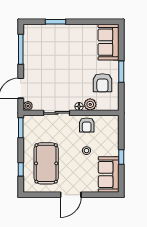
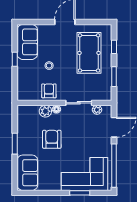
corner sofa: (51, 41) -> (85, 174), added
window: (21, 49) -> (114, 166), width x1.46
armchair: (102, 83) -> (52, 139), moved
plant: (28, 106) -> (97, 110), moved
window: (21, 128) -> (114, 77), moved

